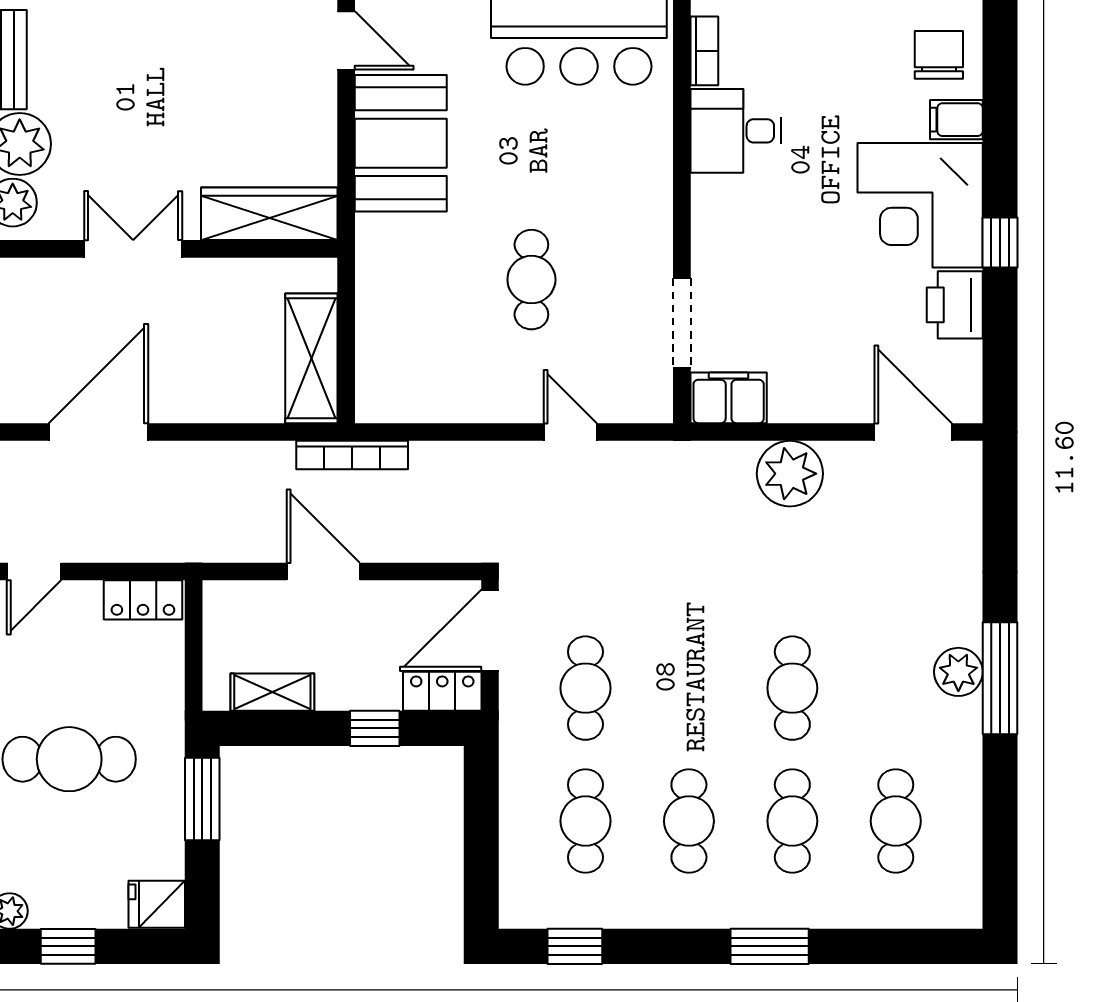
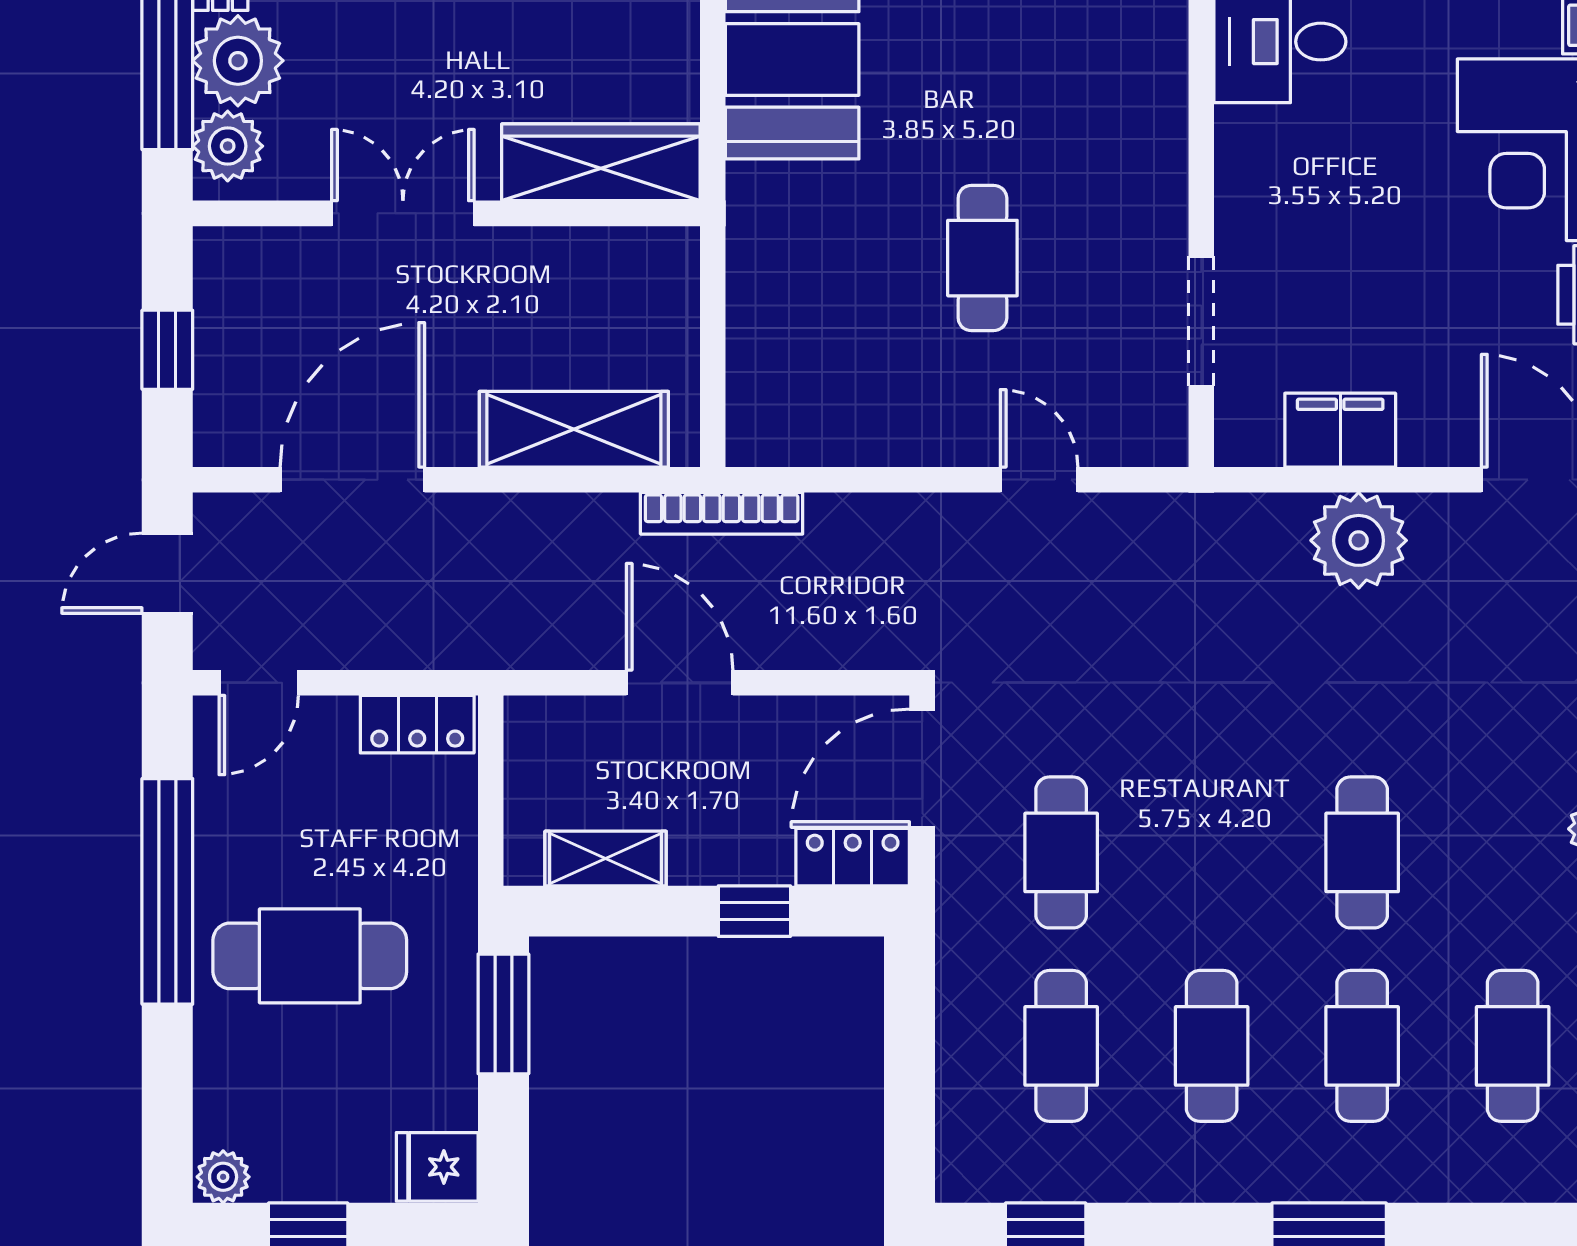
shelving: (311, 358) -> (574, 429), moved, turned 90
filing cabinet: (729, 398) -> (1340, 430), moved

